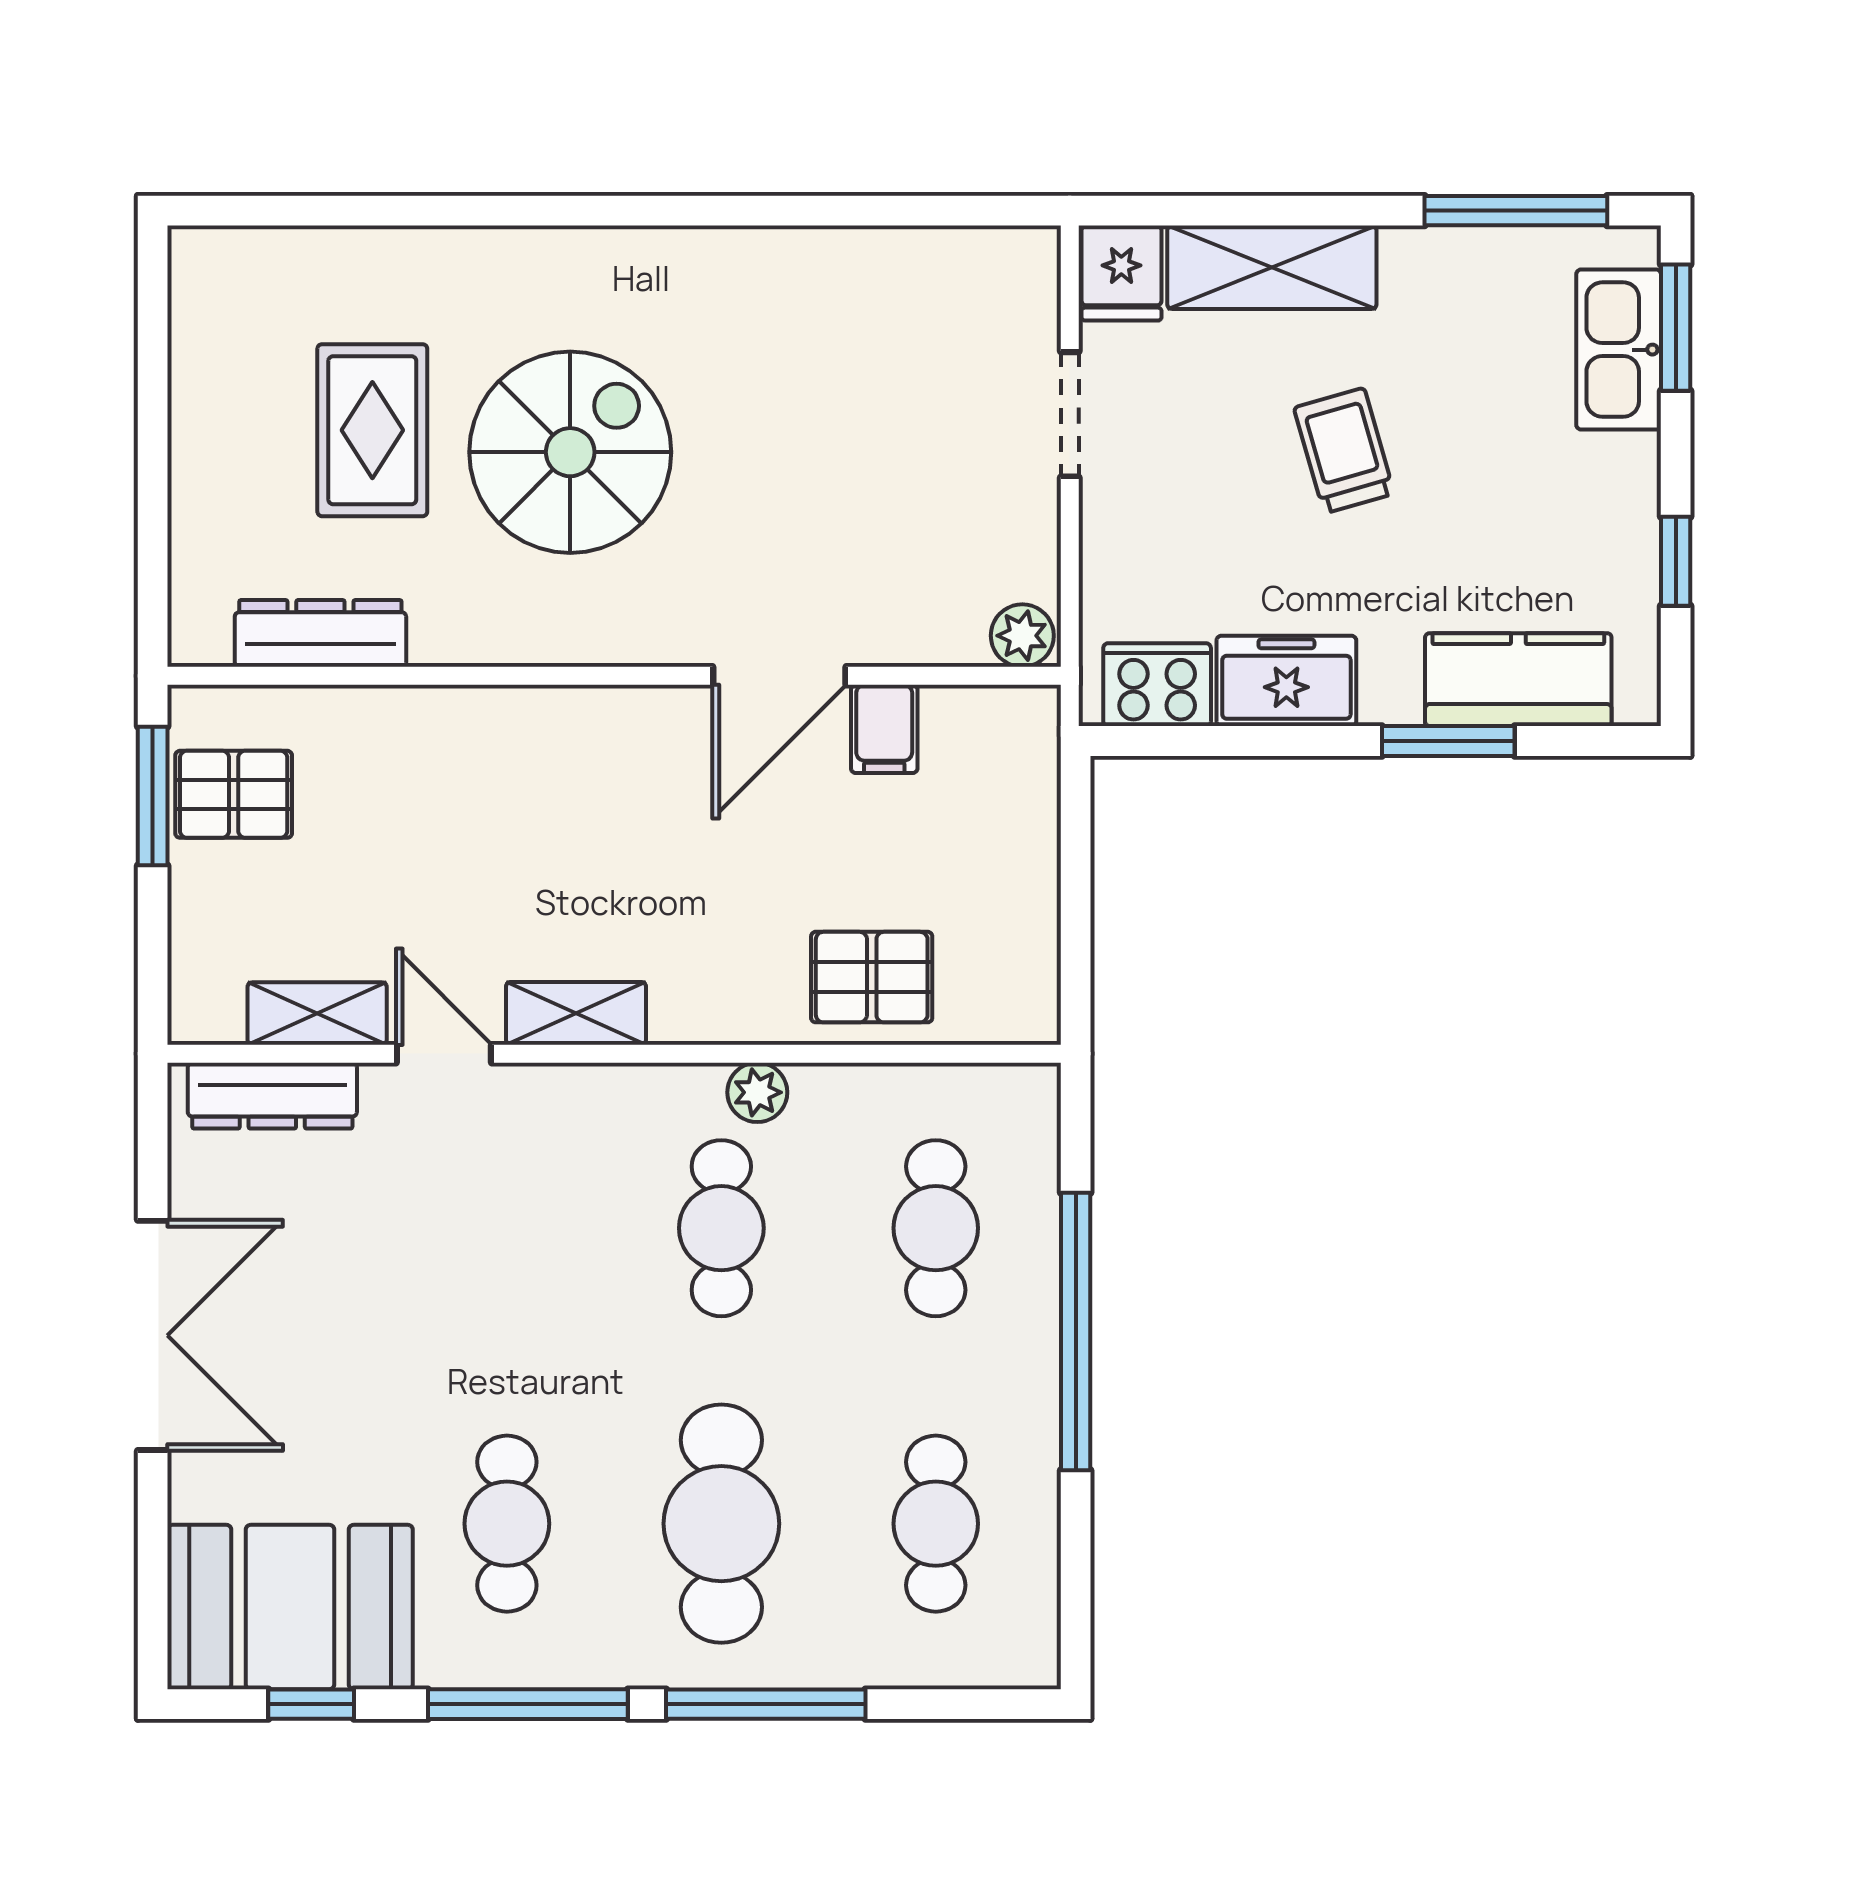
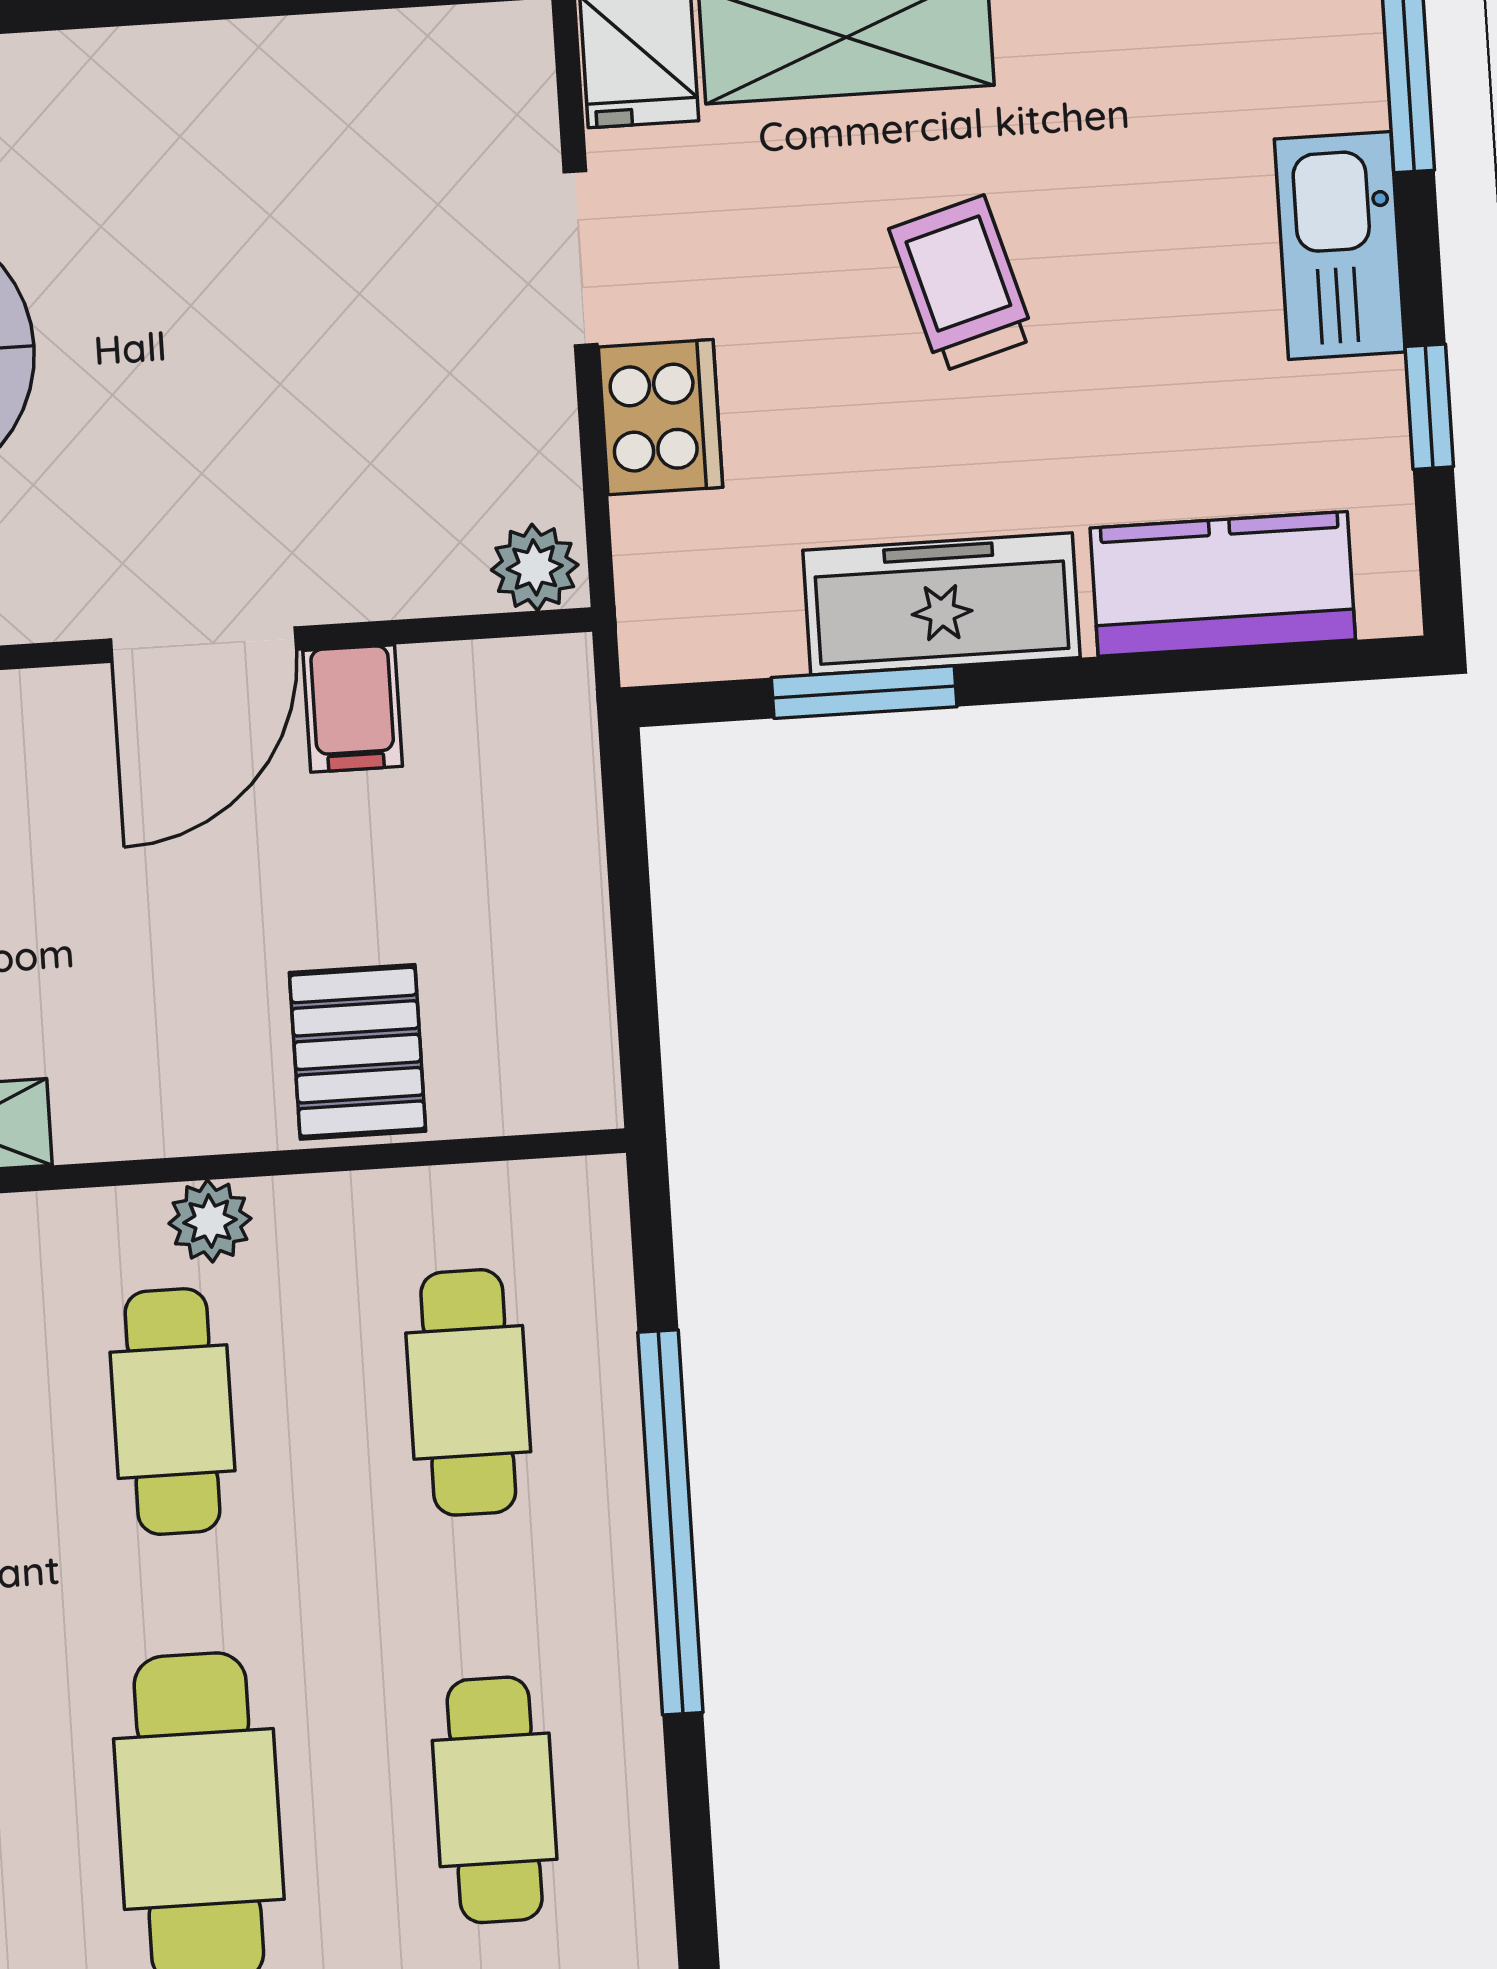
kitchen sink: (1619, 350) -> (1340, 246), moved
freezer: (1286, 681) -> (942, 604), width x1.40
cooker: (1157, 685) -> (661, 417), moved, turned 90
window: (1448, 741) -> (864, 692), moved
pallet: (872, 977) -> (358, 1052), turned 90

